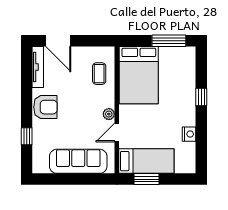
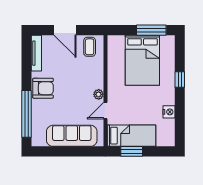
door: (58, 41) -> (65, 30), moved
coffee table: (99, 74) -> (90, 47), moved
bed: (139, 75) -> (142, 60), moved
window: (27, 136) -> (27, 114), width x3.17

